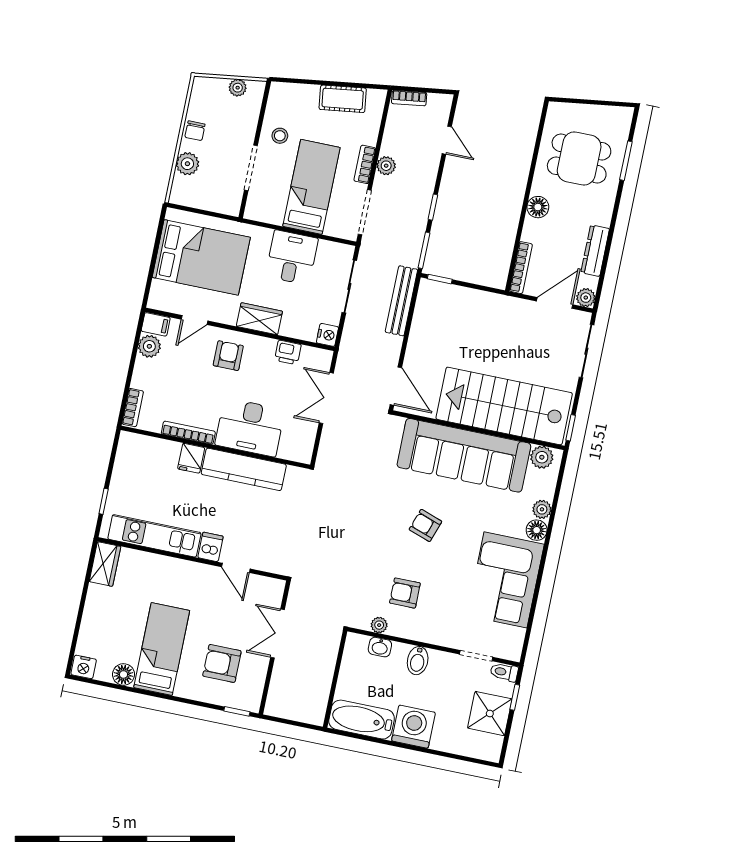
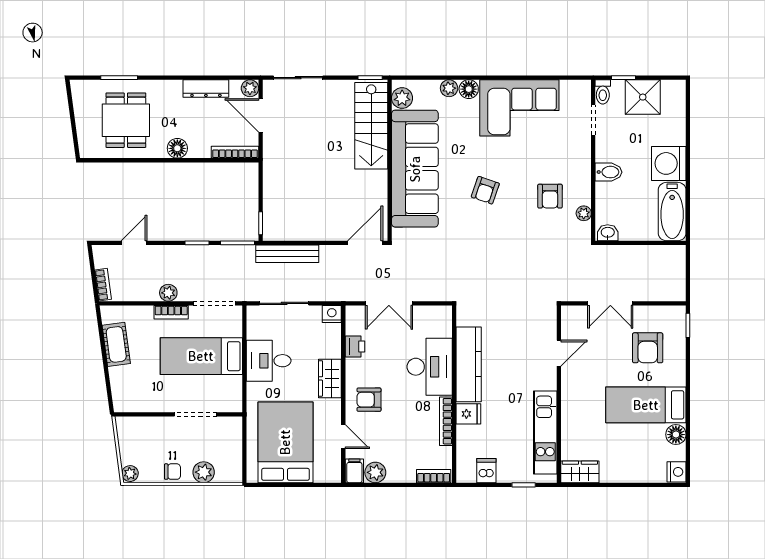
plant: (238, 88) -> (130, 474), moved
stool: (280, 136) -> (161, 394), removed
stairs: (504, 406) -> (371, 126), width x0.73, depth x0.66
dishwasher: (210, 547) -> (486, 471), moved, turned 90
washbasin: (380, 647) -> (608, 233), moved, turned -90

